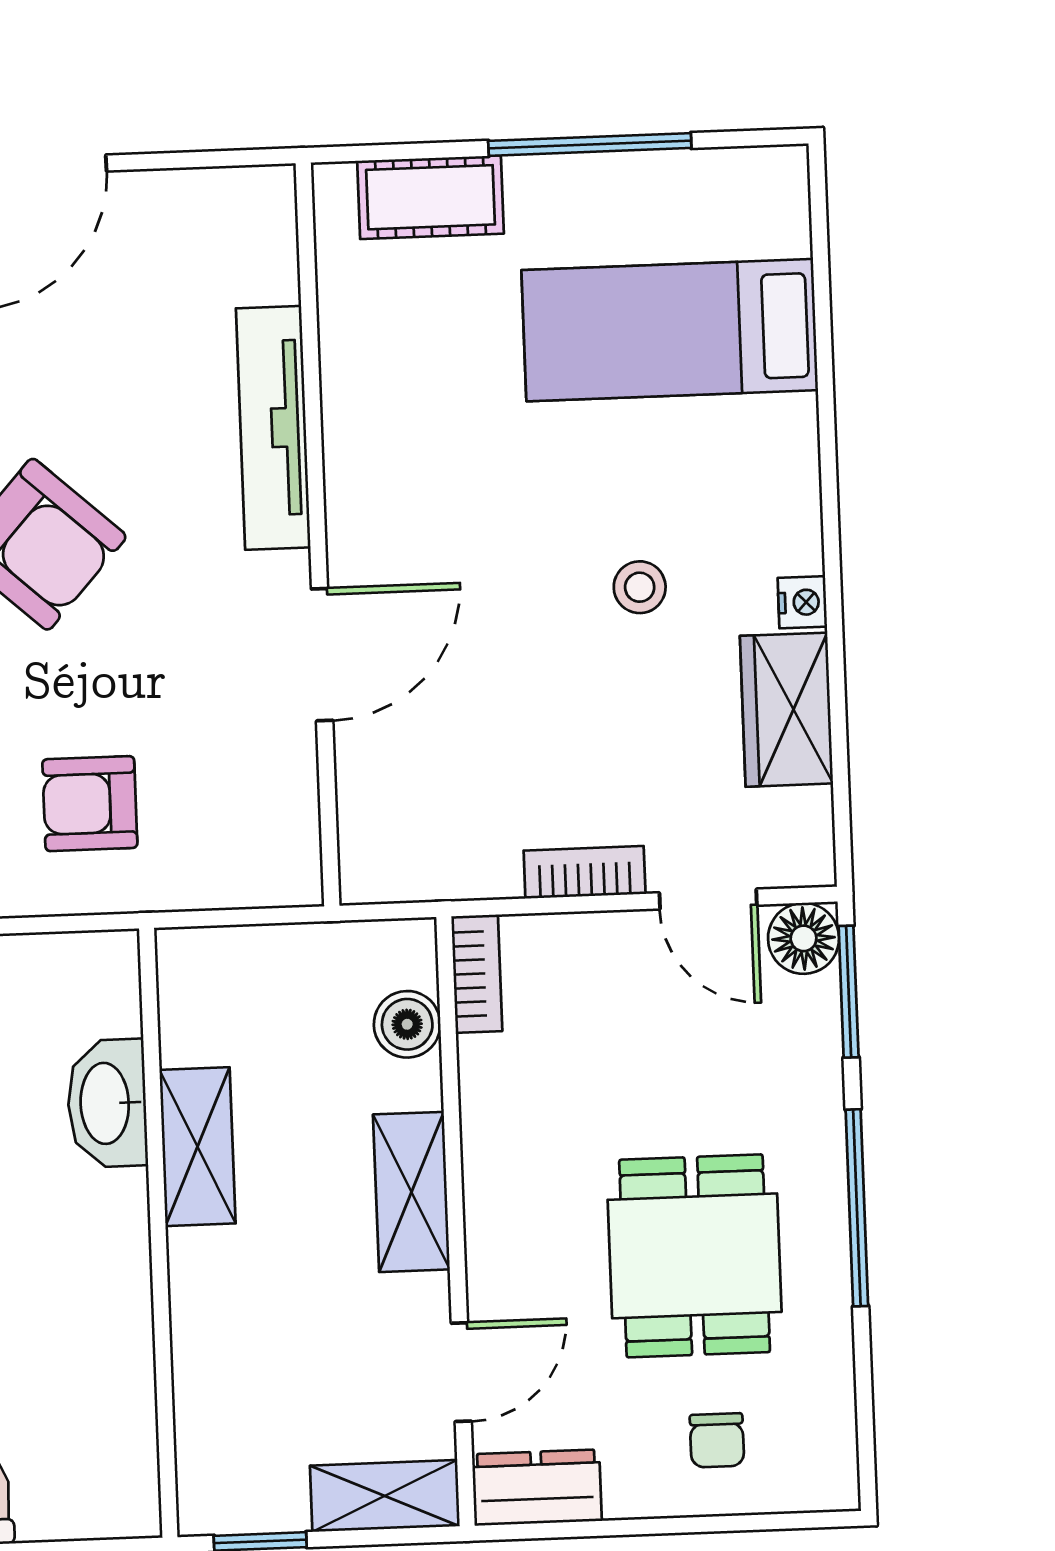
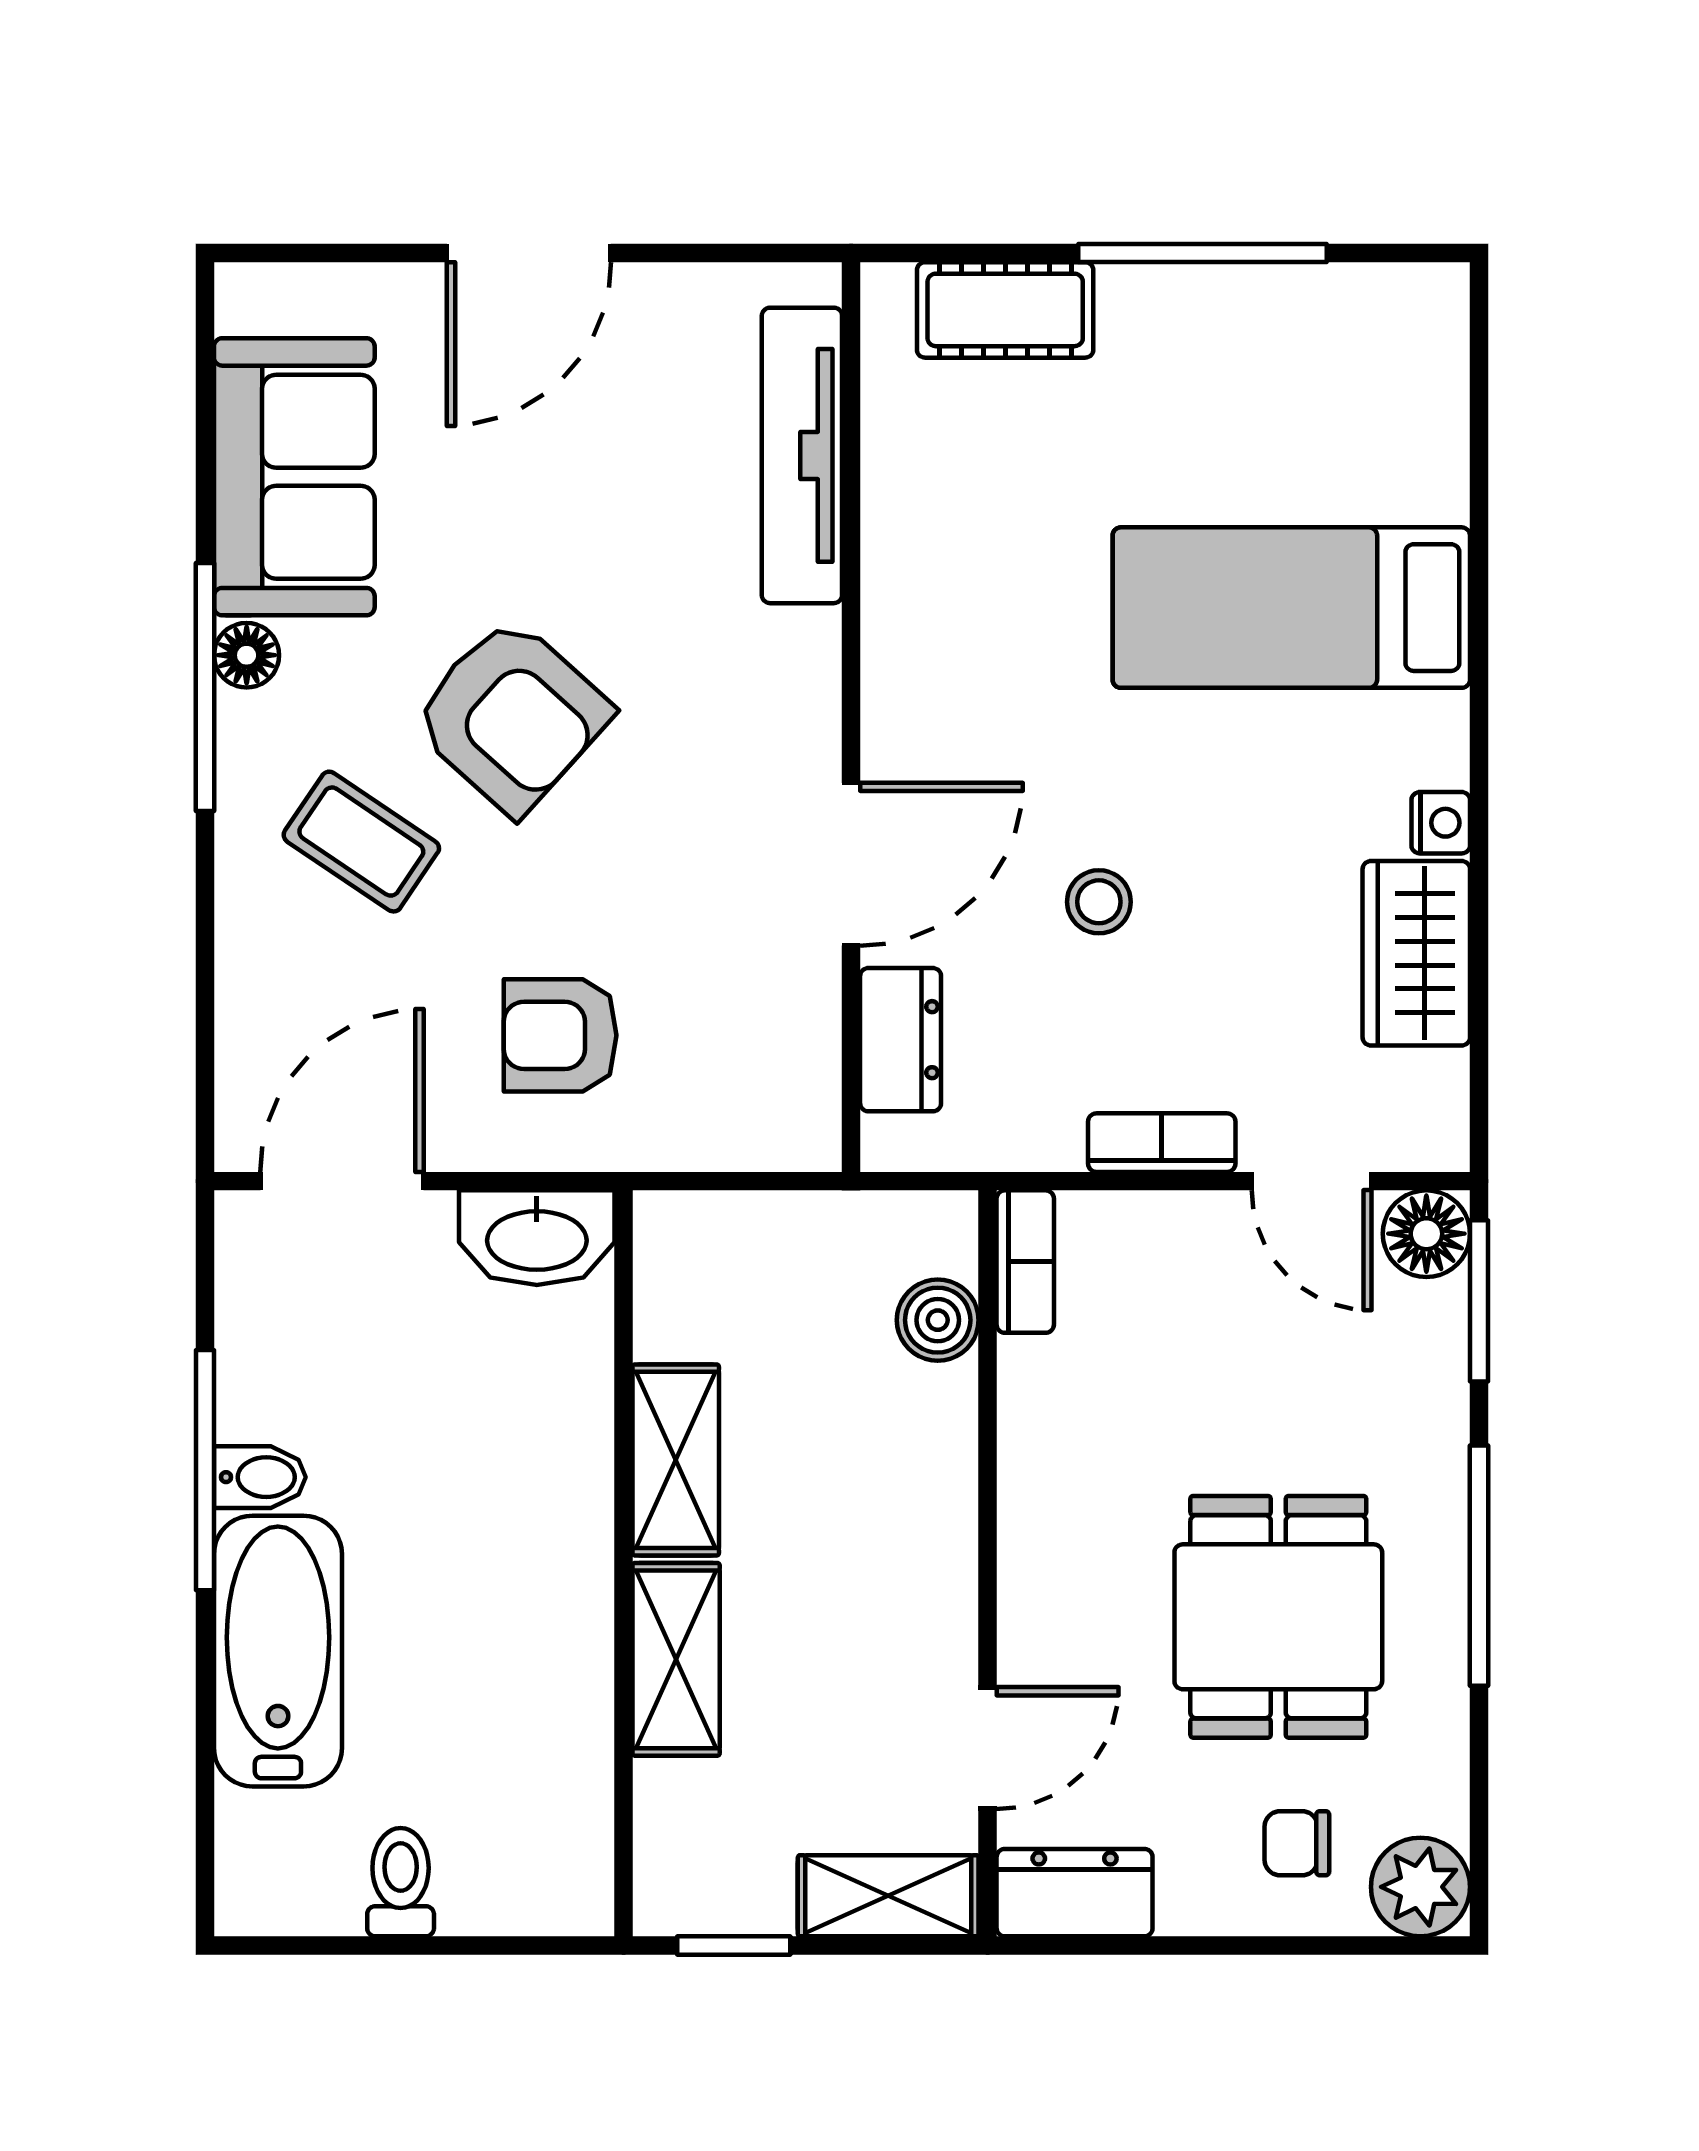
bed: (670, 330) -> (1291, 608), moved
tv unit: (273, 428) -> (802, 455), moved
stool: (640, 587) -> (1099, 902), moved
dresser: (368, 796) -> (901, 1040), added
washbasin: (107, 1103) -> (537, 1238), moved, turned -90
shelving: (411, 1192) -> (676, 1659), moved
chair: (717, 1440) -> (1297, 1843), turned 90
plant: (819, 1472) -> (1420, 1887), added

